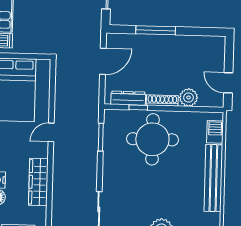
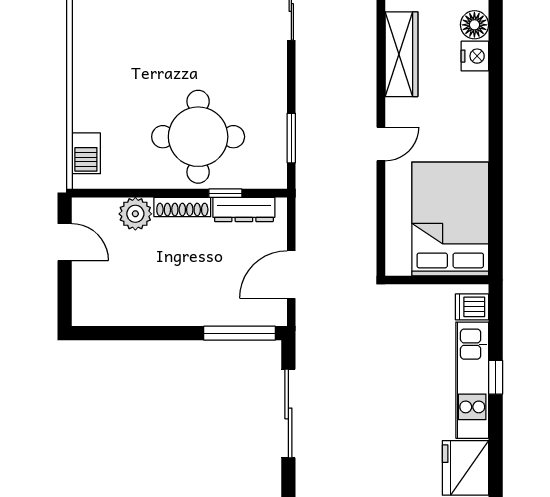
window: (156, 30) -> (239, 333), moved
bench: (213, 178) -> (87, 70), removed

